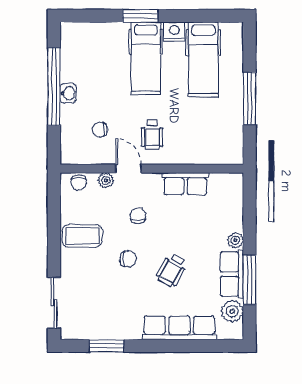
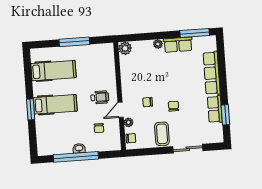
nightstand: (174, 32) -> (38, 89), removed
row of seats: (185, 184) -> (215, 109), moved, turned 180
wheelchair: (172, 270) -> (178, 80), removed
window: (250, 280) -> (195, 33), moved
sliding door: (54, 303) -> (188, 149), moved
plant: (232, 311) -> (125, 48), moved

